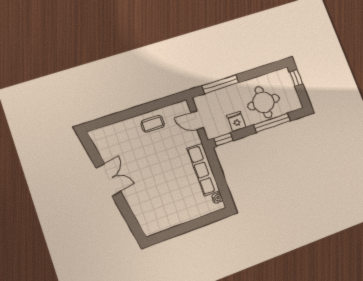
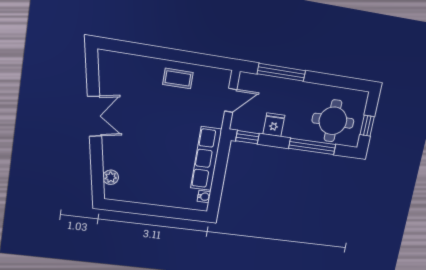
window: (296, 78) -> (367, 126), moved
round table: (264, 102) -> (333, 121), moved
door: (197, 120) -> (231, 100), swing flipped
plant: (143, 218) -> (111, 177), added

